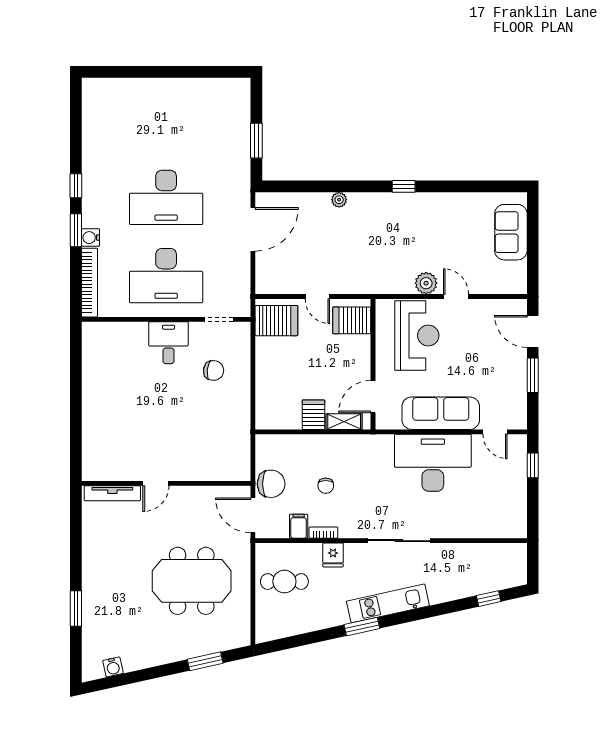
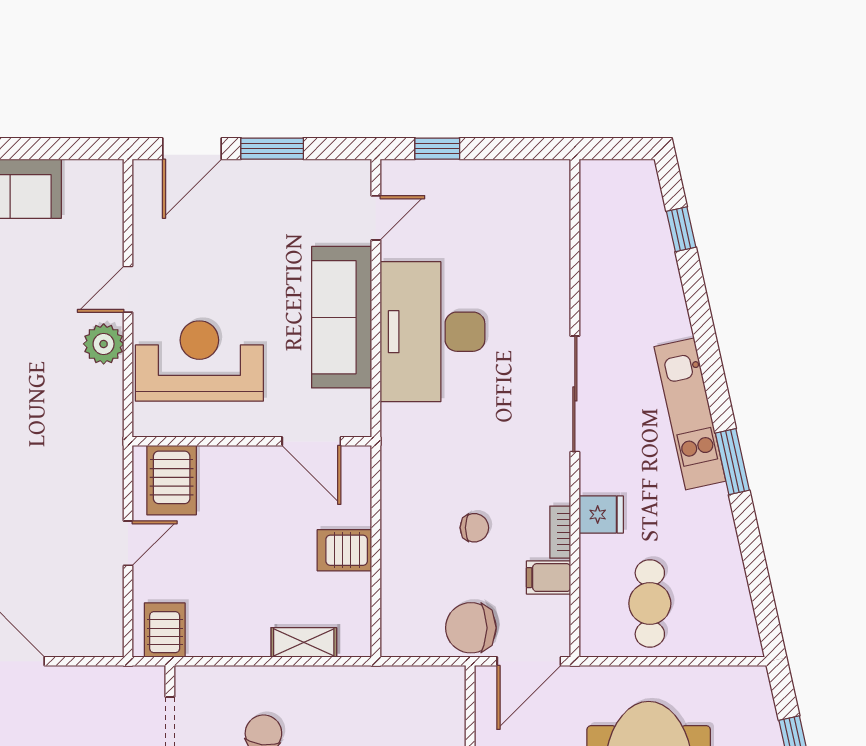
server rack: (276, 321) -> (165, 630), width x0.73, depth x0.70
shelving: (344, 422) -> (304, 642), moved, turned 90
chair: (271, 484) -> (471, 628), turned -90

